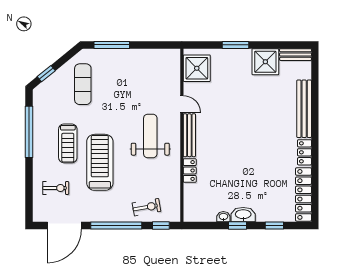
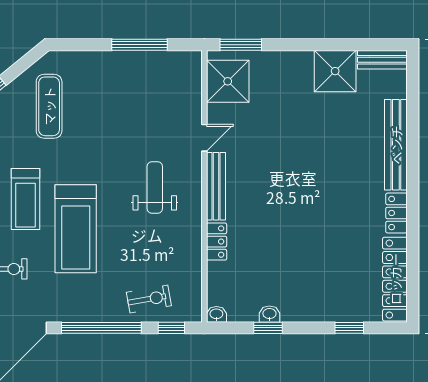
window: (112, 45) -> (140, 45), moved
window: (236, 45) -> (241, 45), moved
door: (182, 104) -> (204, 138), hinge flipped
weight bench: (150, 136) -> (155, 187), width x0.73, depth x0.75
treadmill: (100, 162) -> (76, 229), turned 180
washbasin: (243, 215) -> (216, 314), moved, width x0.52, depth x0.69
window: (238, 226) -> (268, 328), moved

